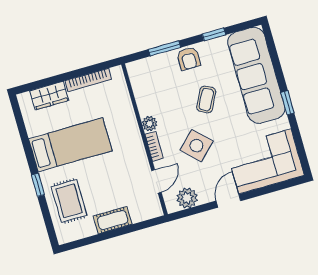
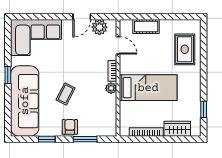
bed: (70, 145) -> (148, 88), moved, turned 180
side table: (196, 146) -> (82, 63), removed
door: (156, 181) -> (118, 45), swing flipped
window: (38, 185) -> (204, 109), moved
door: (228, 201) -> (82, 17), moved
cot: (113, 220) -> (146, 27), moved

